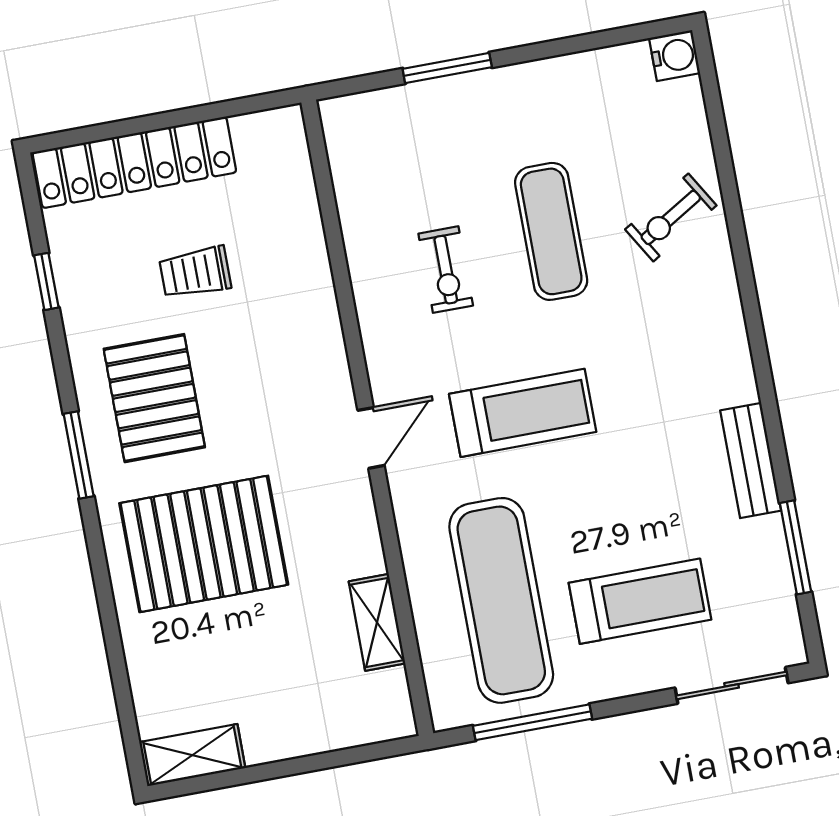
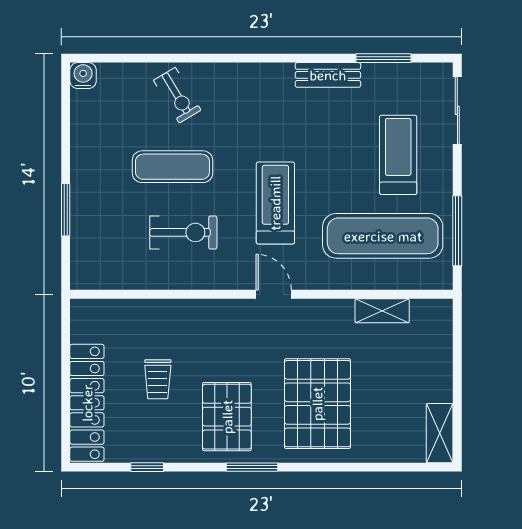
exercise bike: (446, 270) -> (183, 232), width x1.38, depth x1.39
pallet: (154, 398) -> (227, 417), turned 90

